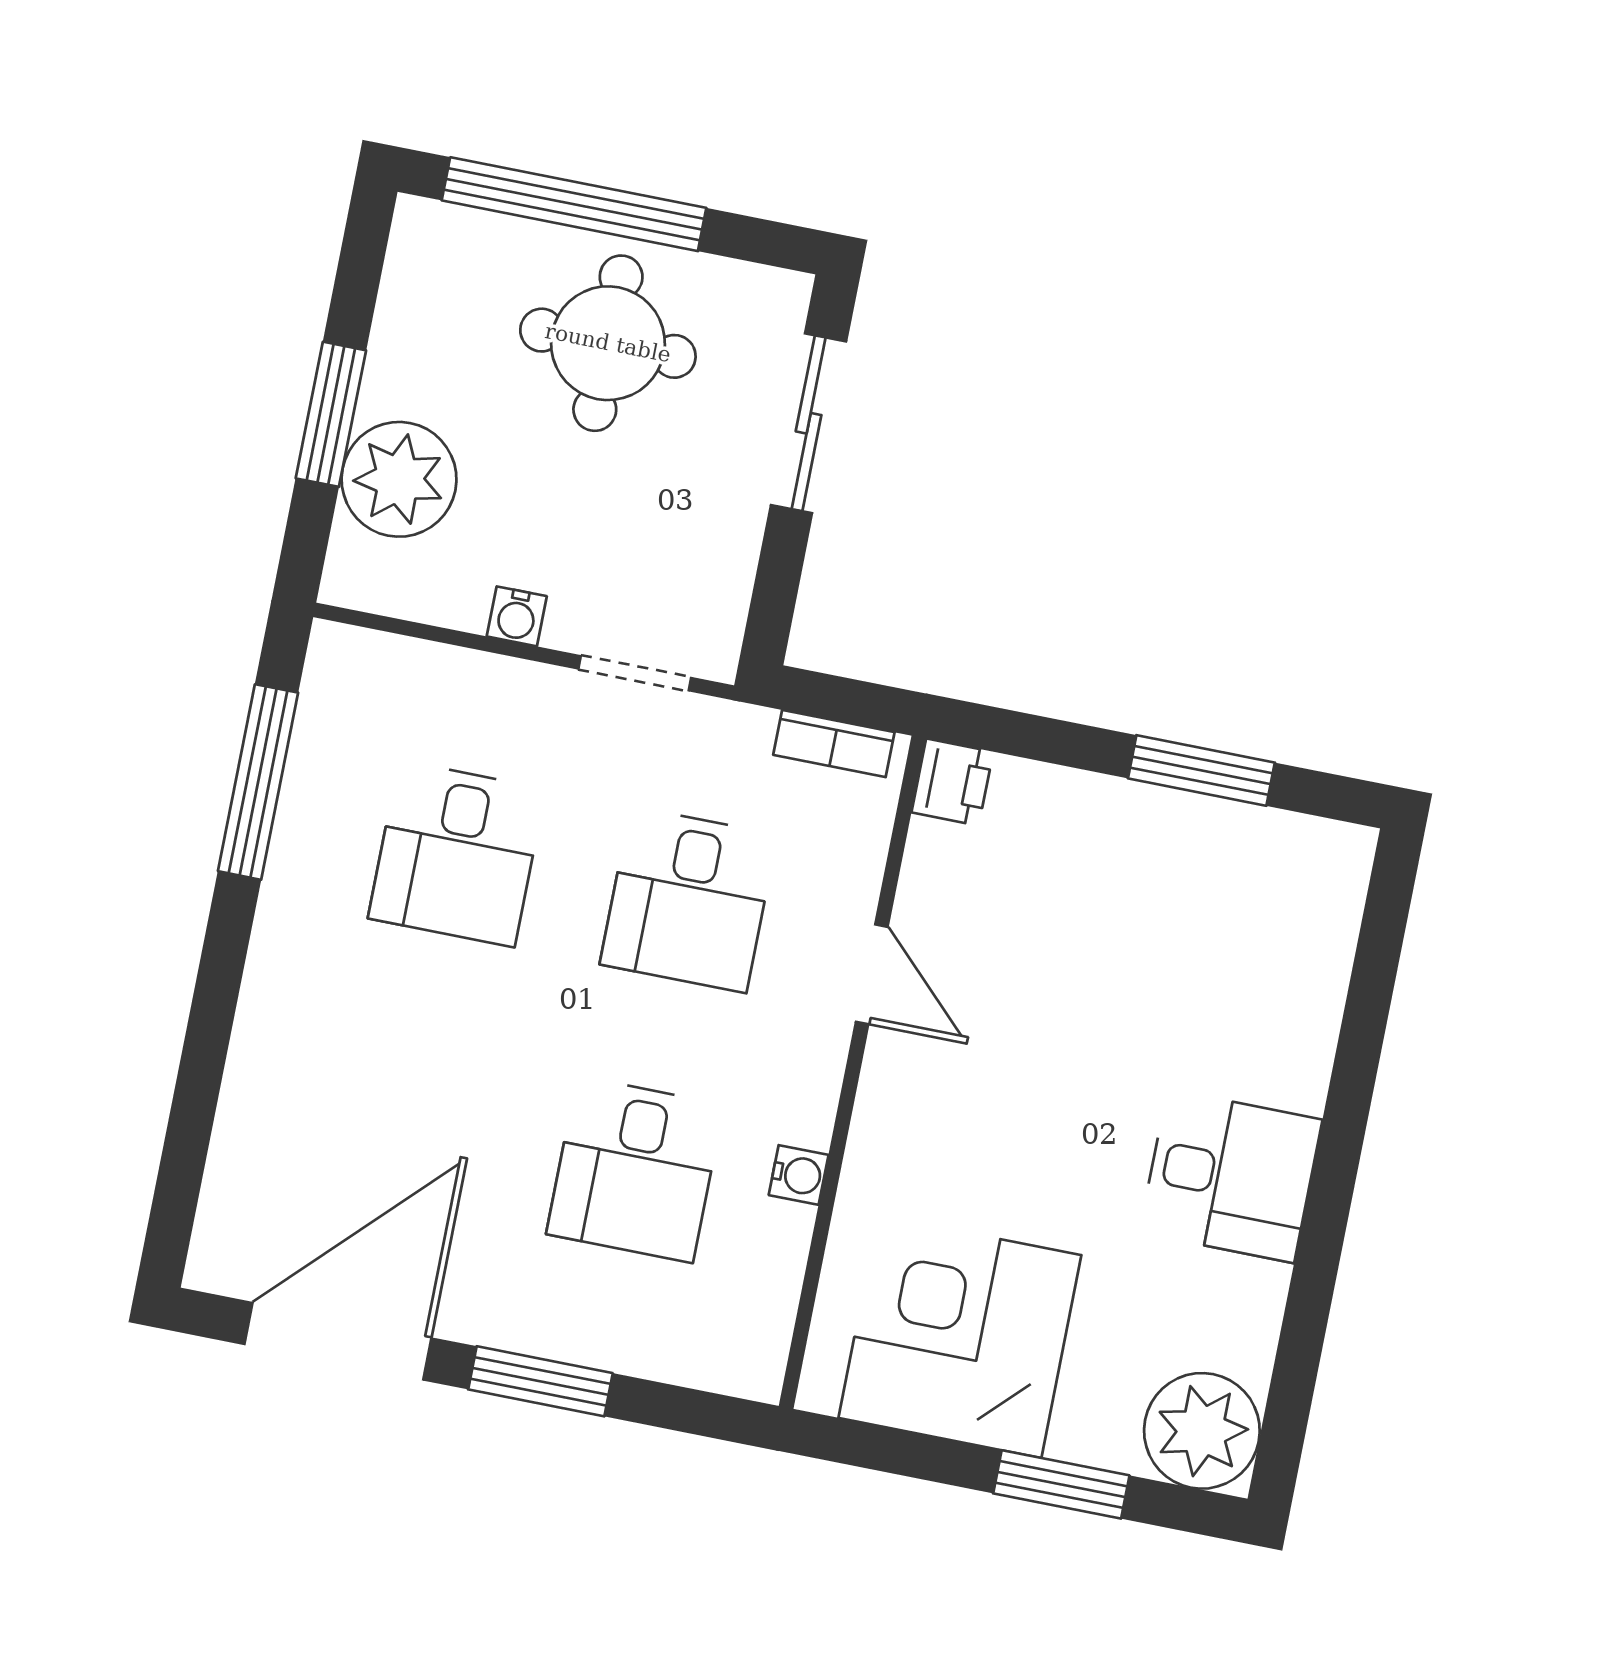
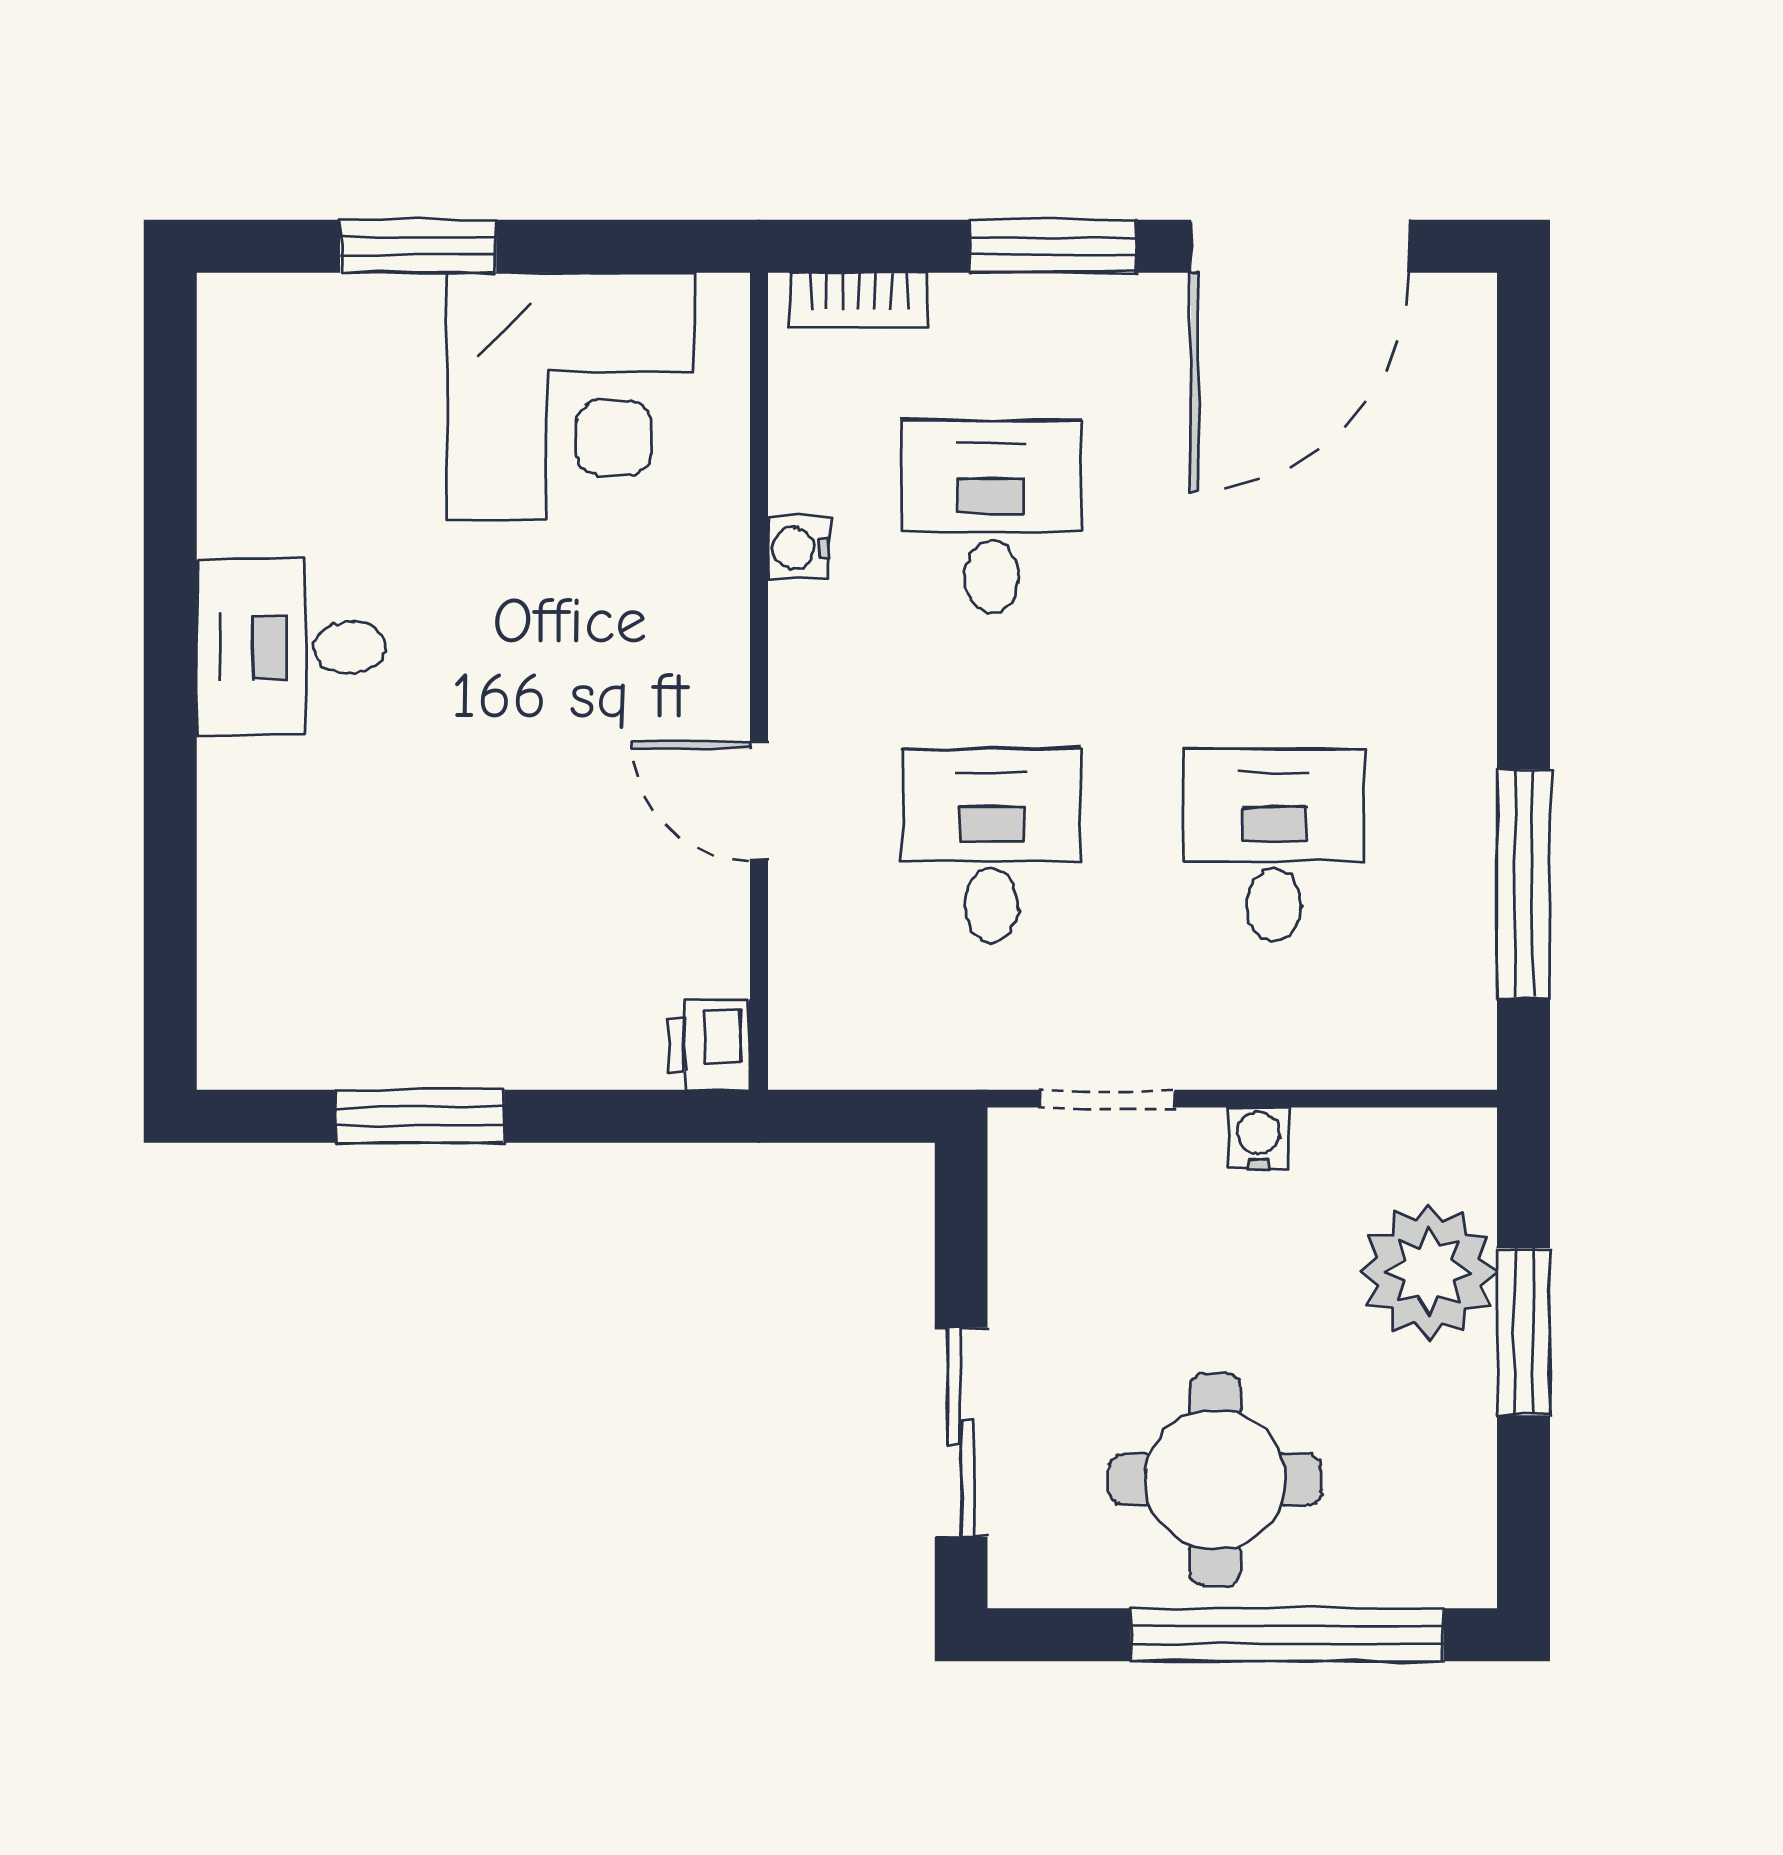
bookcase: (834, 744) -> (859, 300), moved, turned 180
plant: (1202, 1431) -> (266, 342), removed

